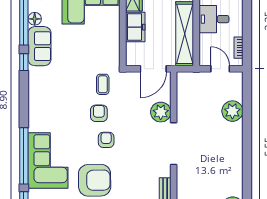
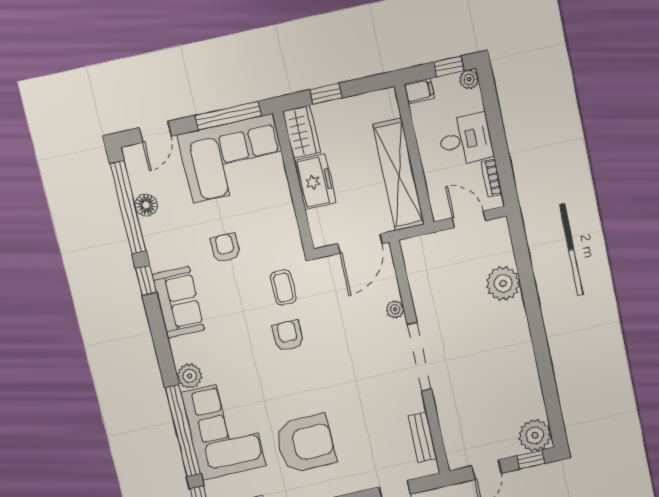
desk: (214, 19) -> (465, 139), moved, turned 180
sofa: (40, 46) -> (178, 302), moved
plant: (161, 112) -> (395, 309), width x0.53, depth x0.53
plant: (36, 124) -> (190, 376), added
armchair: (106, 140) -> (225, 248), moved

